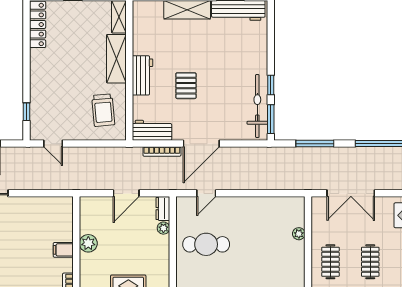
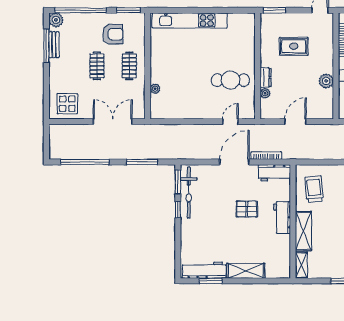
pallet: (186, 86) -> (247, 209), turned 90
dresser: (163, 209) -> (266, 77), moved

